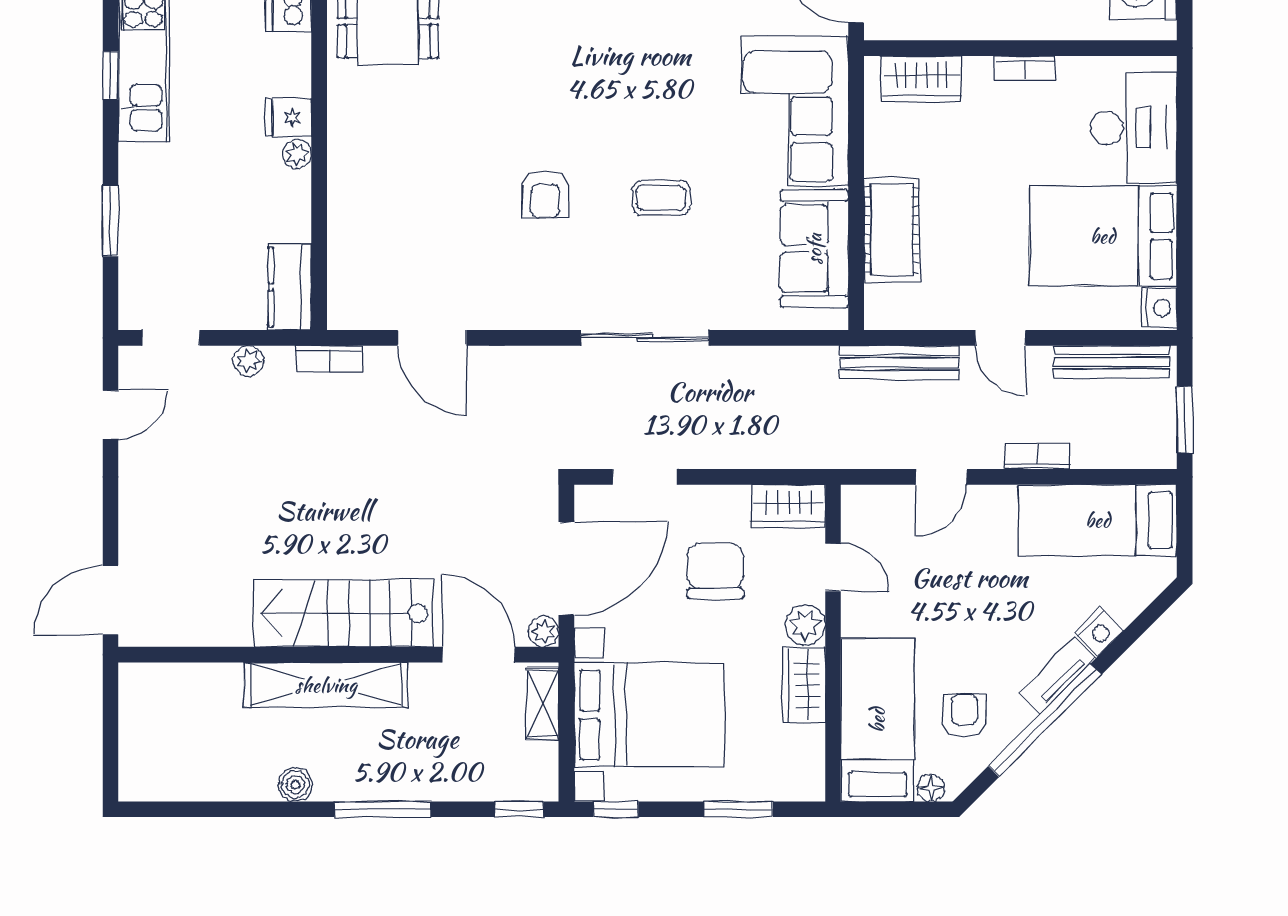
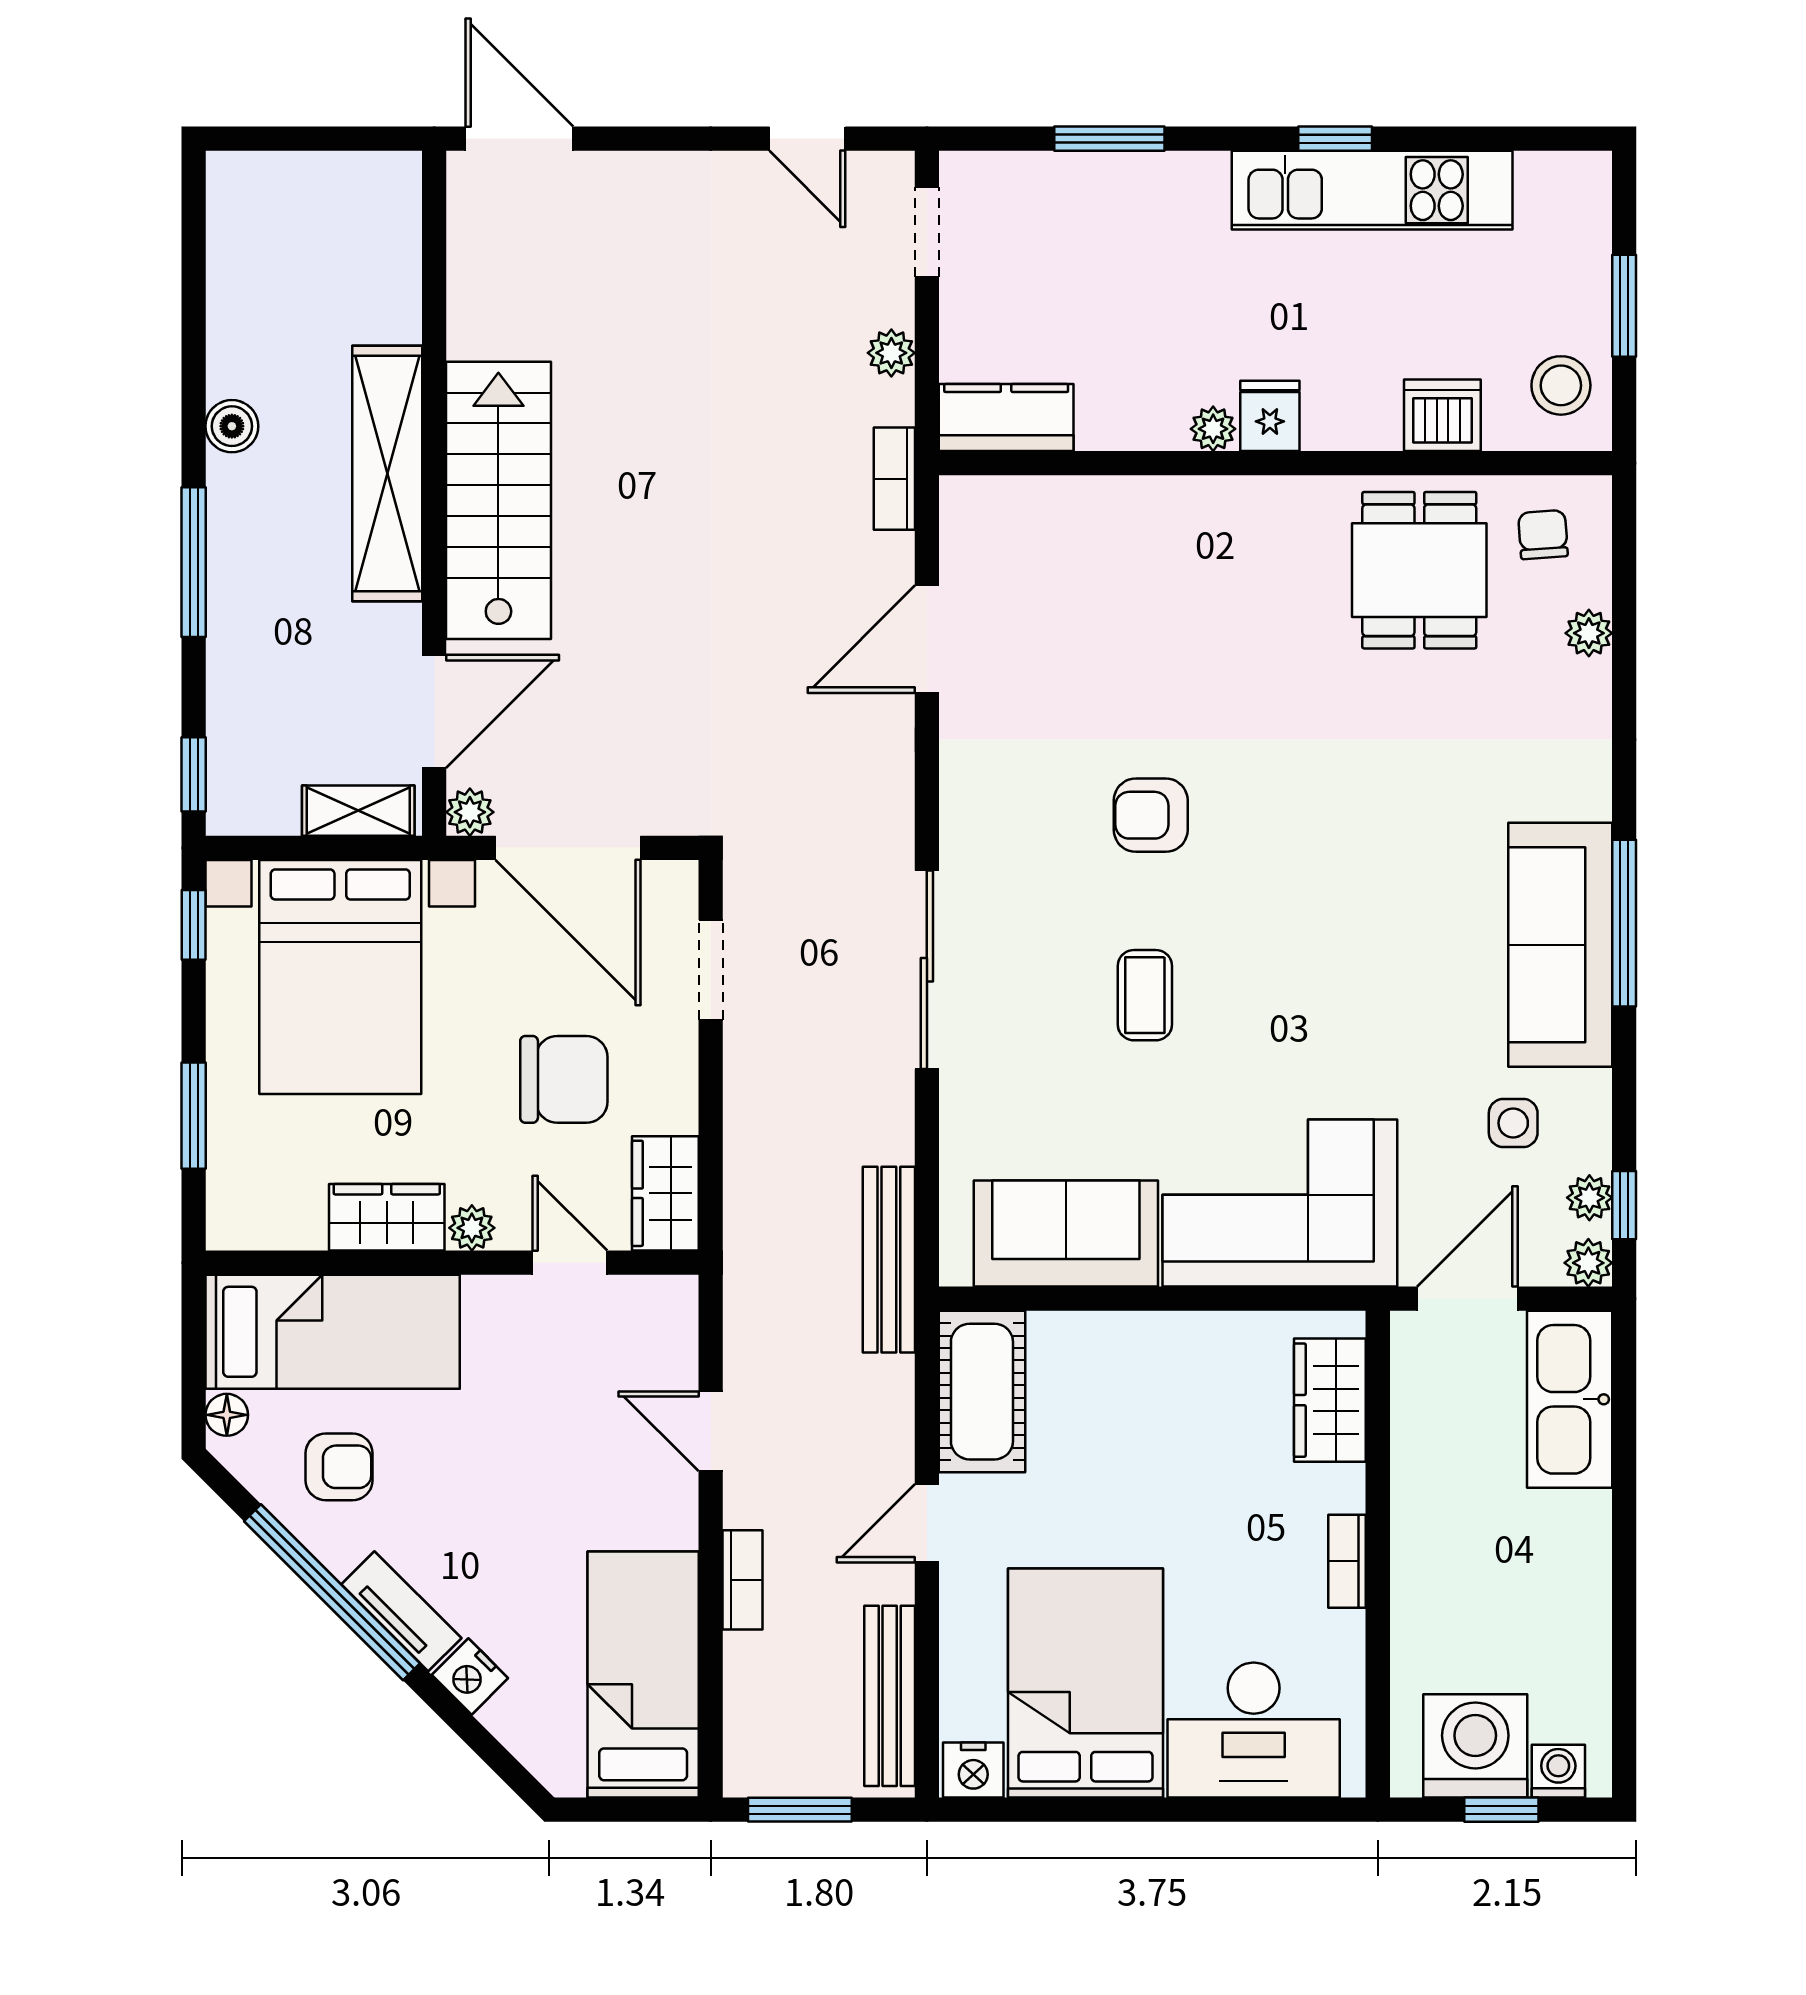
cot: (892, 230) -> (982, 1392), moved, turned 90
bench: (900, 362) -> (889, 1260), moved
door: (833, 567) -> (570, 1263), swing flipped
plant: (805, 625) -> (472, 1228), width x0.73, depth x0.73

